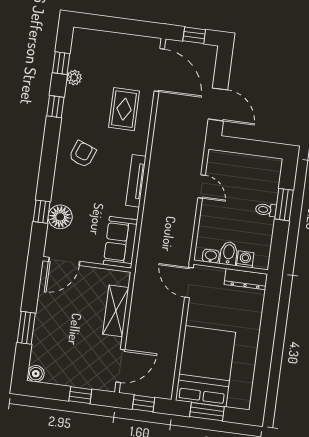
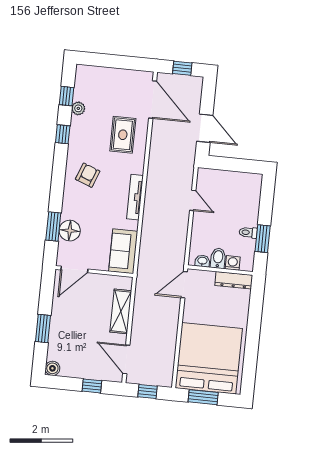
window: (284, 205) -> (263, 239), moved
toilet: (266, 210) -> (248, 232), moved
window: (42, 212) -> (53, 227), width x1.50
door: (189, 283) -> (184, 285), hinge flipped
door: (120, 366) -> (126, 359), swing flipped
bed: (206, 366) -> (209, 358), width x1.36

